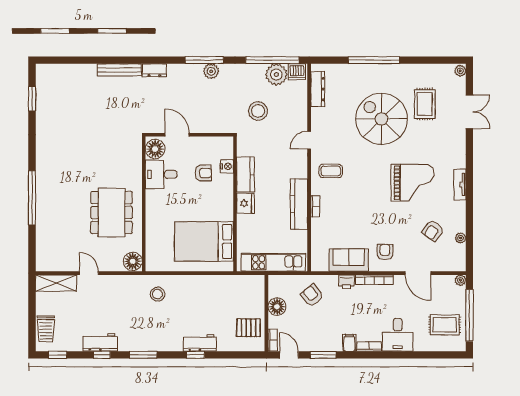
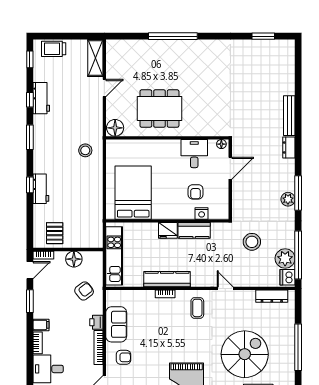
floor lamp: (155, 149) -> (221, 144), width x0.53, depth x0.53

